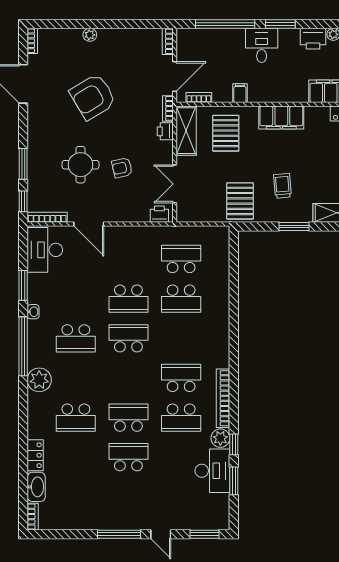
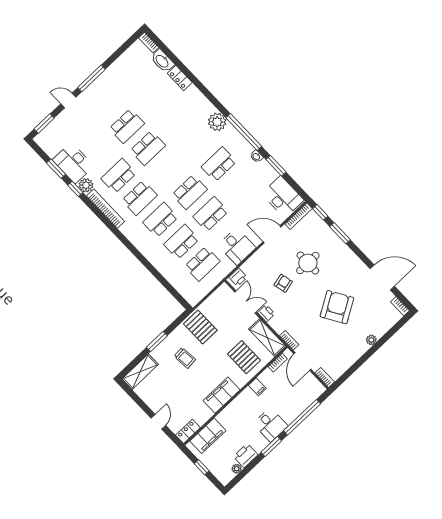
printer: (165, 131) -> (266, 313), moved
desk: (133, 244) -> (237, 246), added
school desk: (76, 418) -> (160, 220), moved

